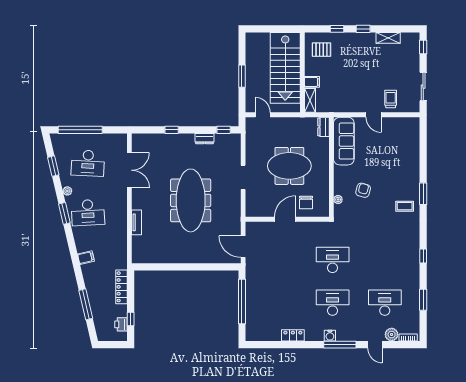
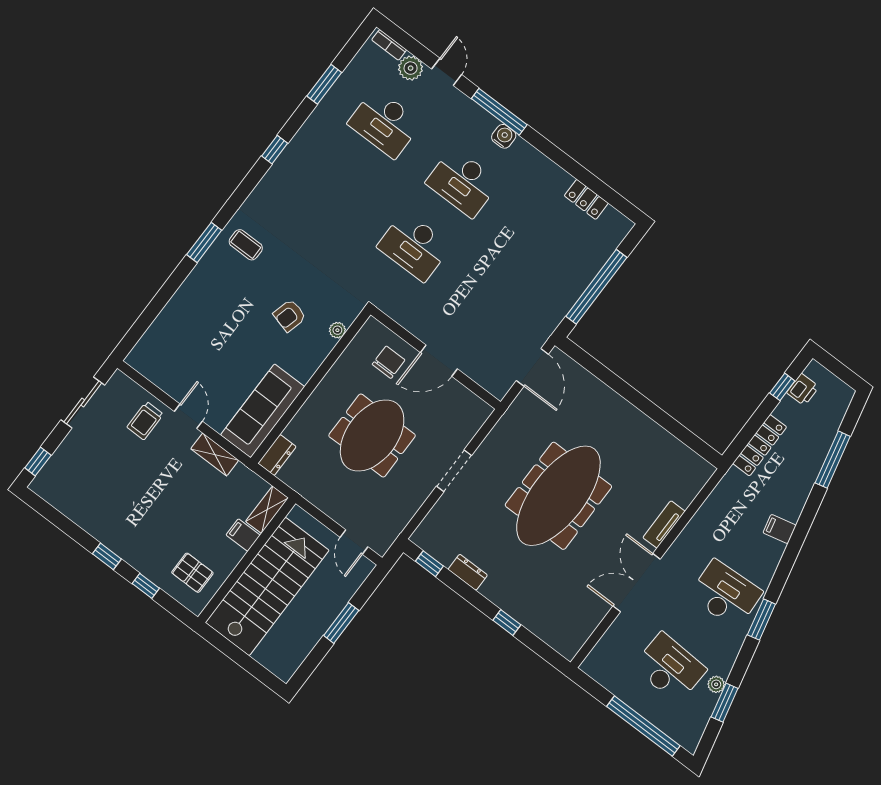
shelving: (388, 38) -> (215, 454), moved
meeting table: (289, 166) -> (372, 435), turned 90
double door: (129, 170) -> (637, 583), moved
plant: (67, 191) -> (716, 684), moved
locker: (293, 335) -> (586, 199), moved

